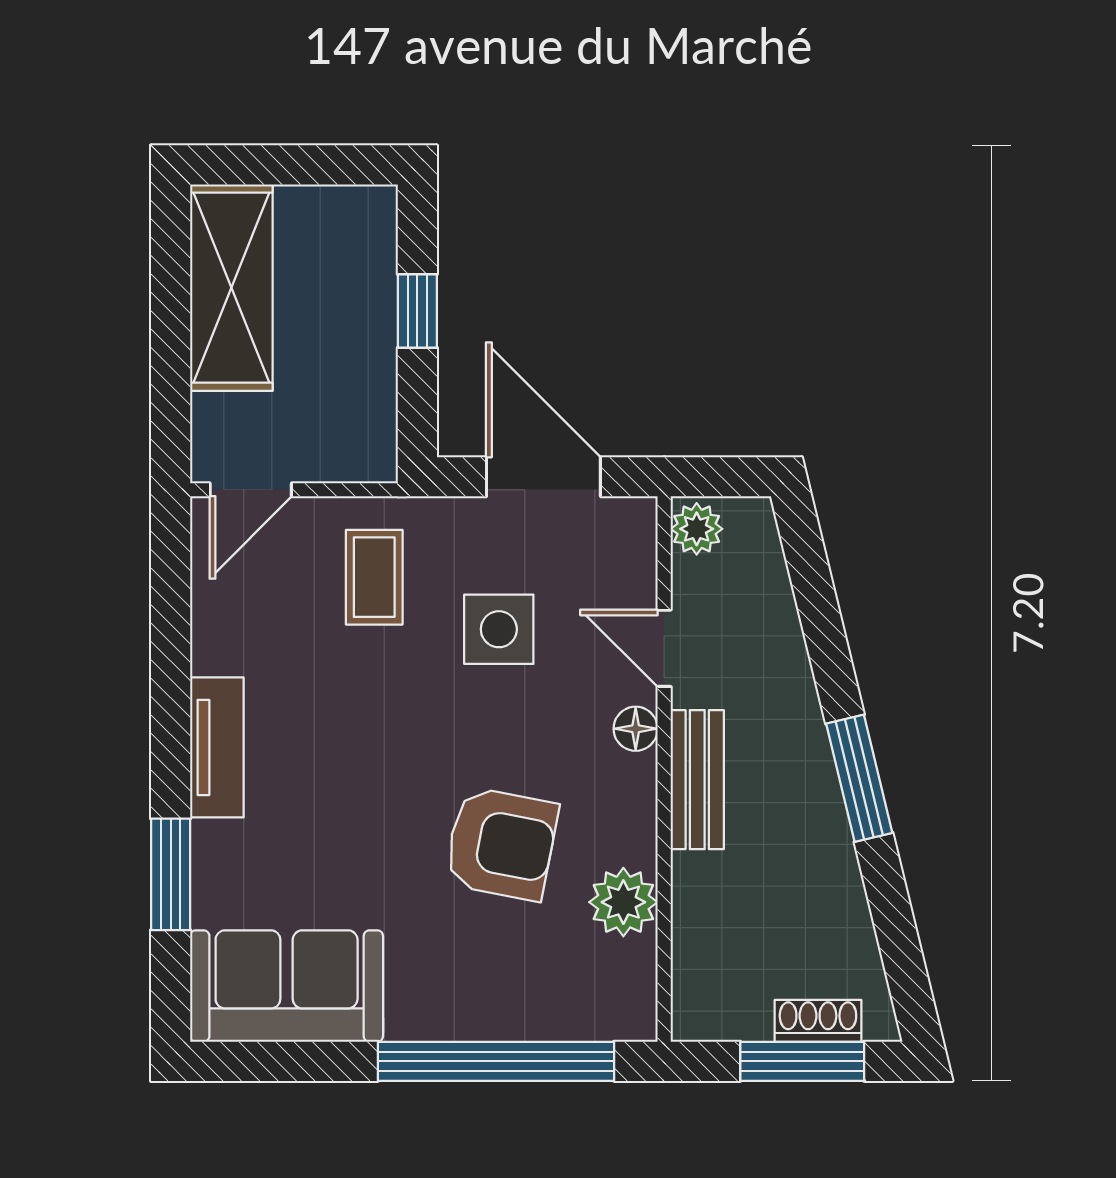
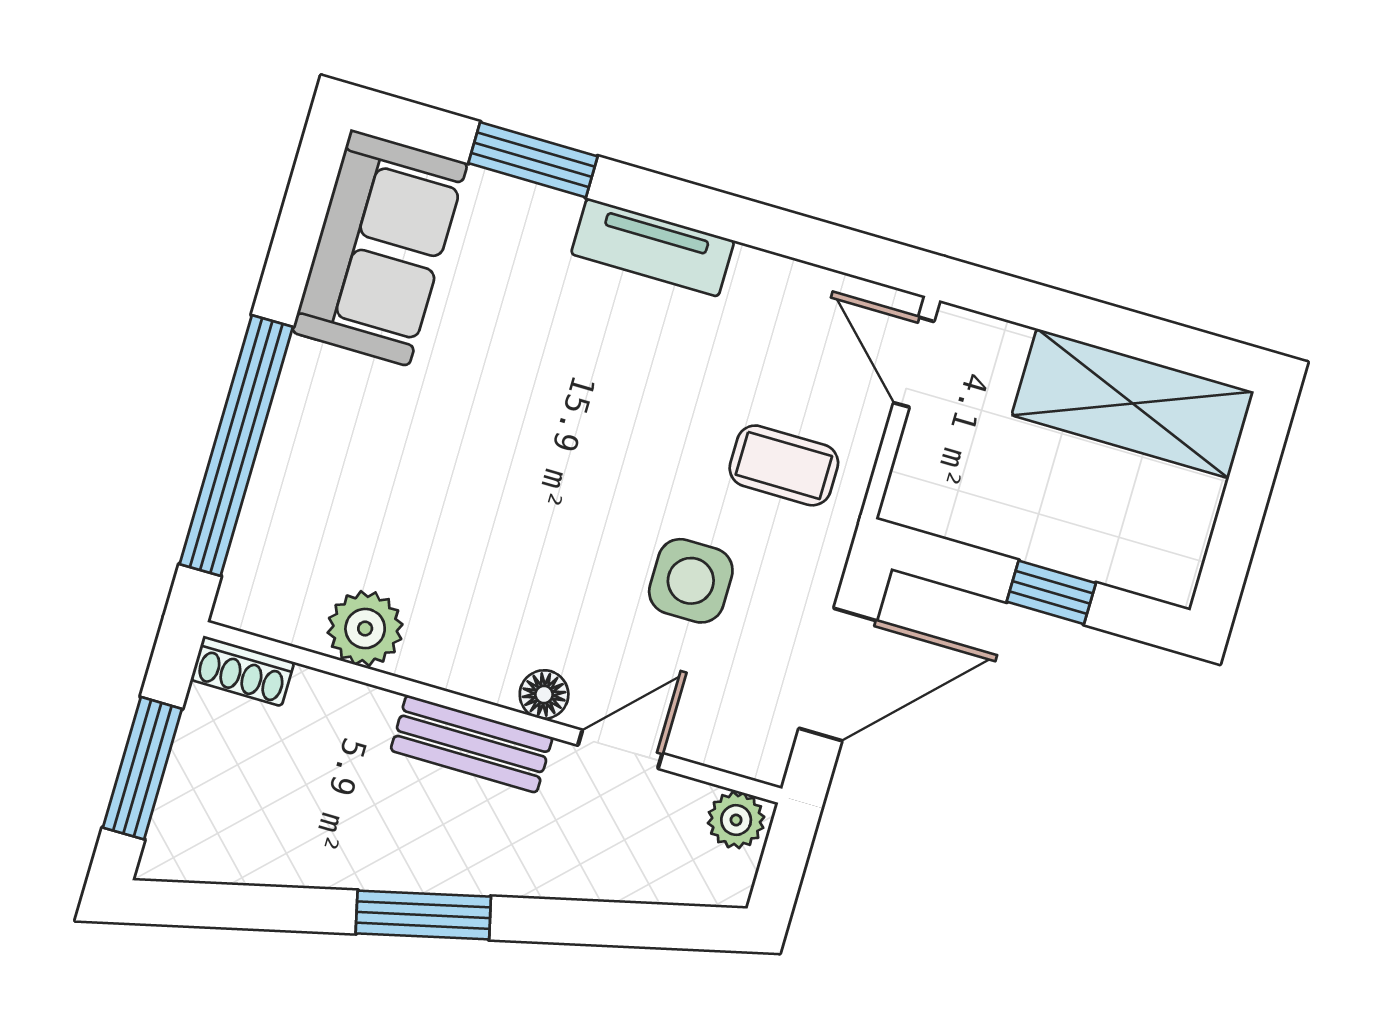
armchair: (501, 844) -> (464, 518), removed
shoe rack: (818, 1021) -> (242, 671), moved, turned 90

